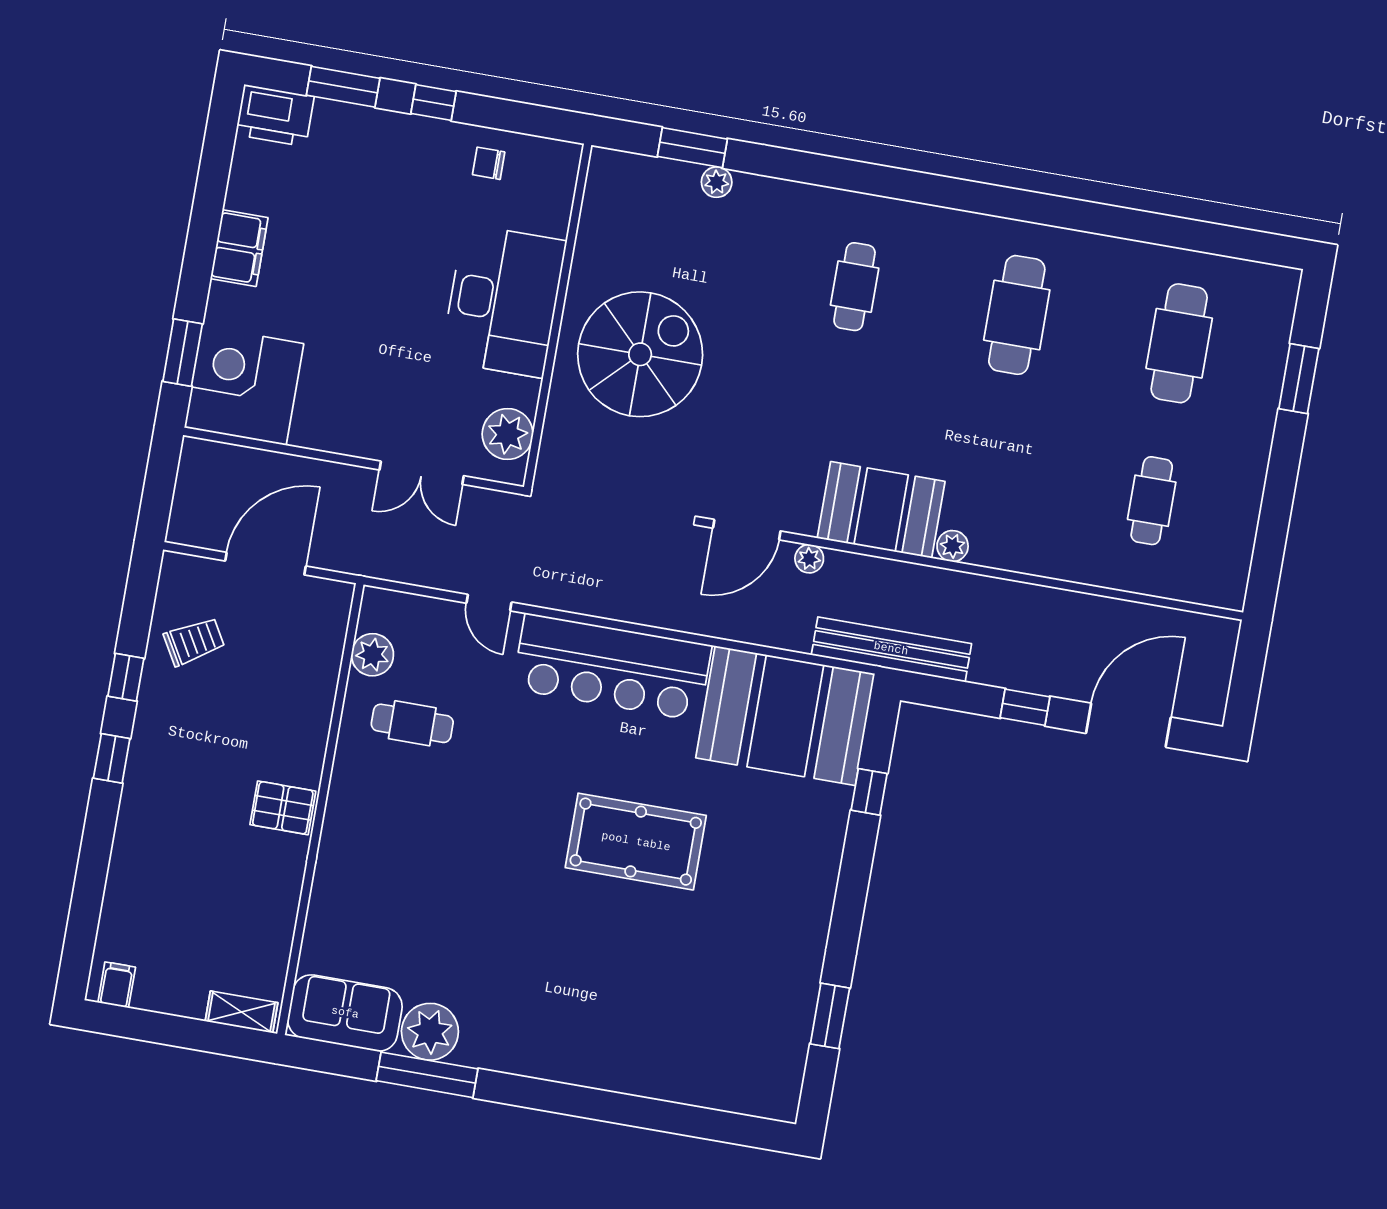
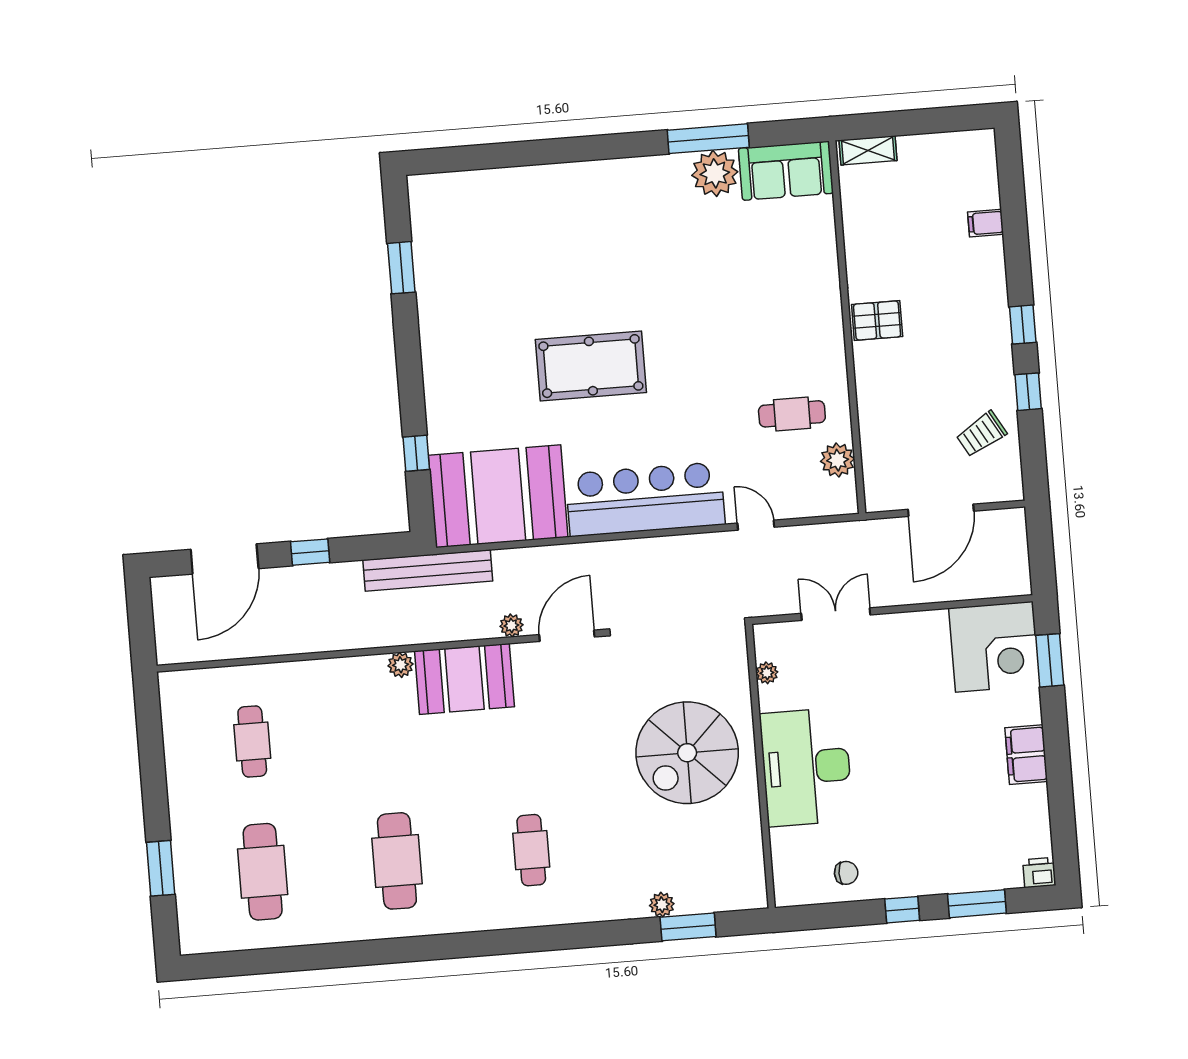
printer: (275, 116) -> (1039, 873), width x0.53, depth x0.68
plant: (508, 434) -> (767, 673), width x0.53, depth x0.53
filing cabinet: (117, 985) -> (986, 223), moved, turned 90

